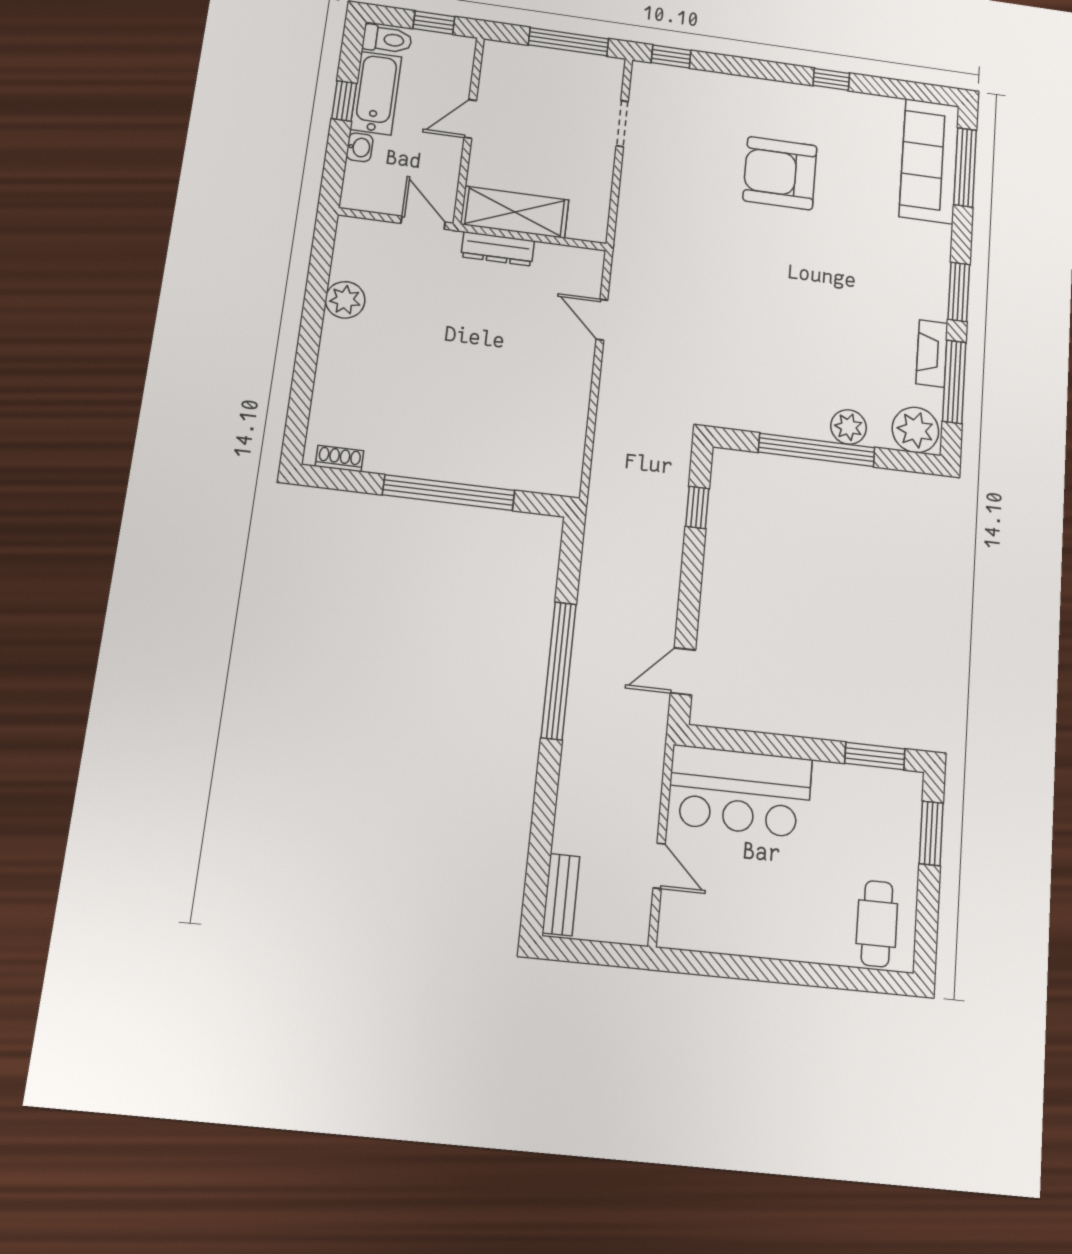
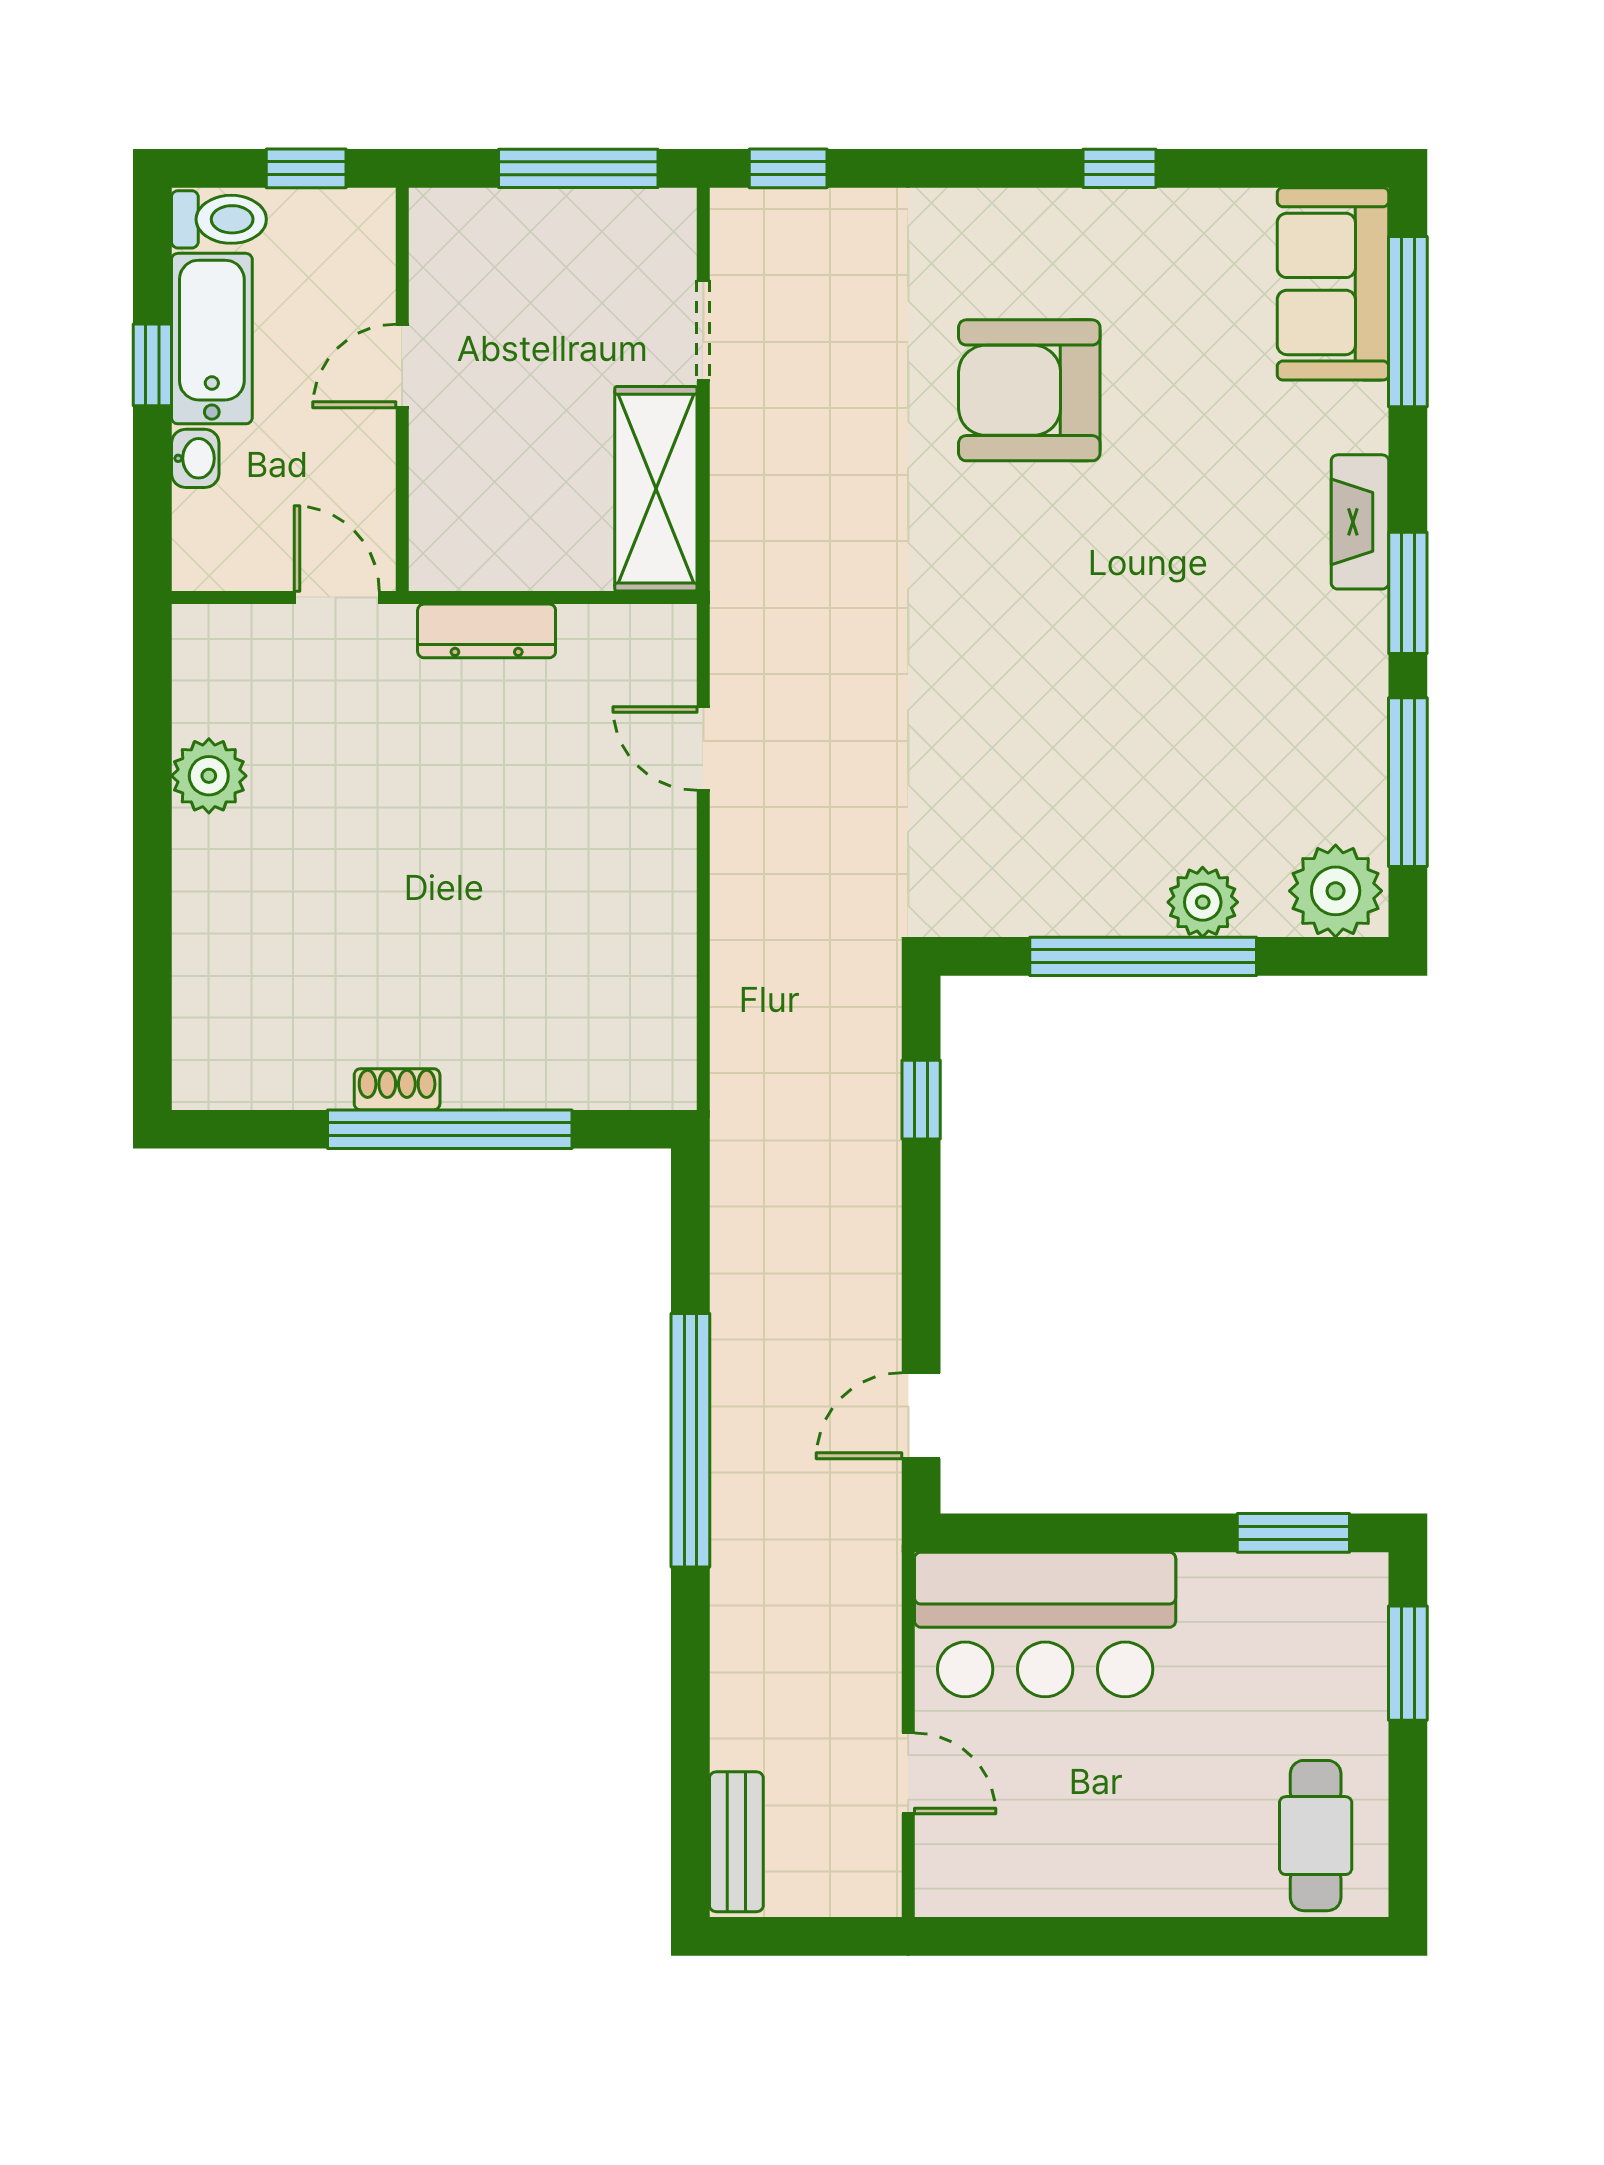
sofa: (929, 161) -> (1333, 284), width x0.73
shelving: (515, 212) -> (656, 489), moved, turned 90
fireplace: (932, 353) -> (1360, 522), moved
shoe rack: (339, 459) -> (397, 1089), moved

